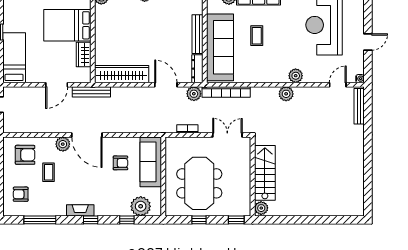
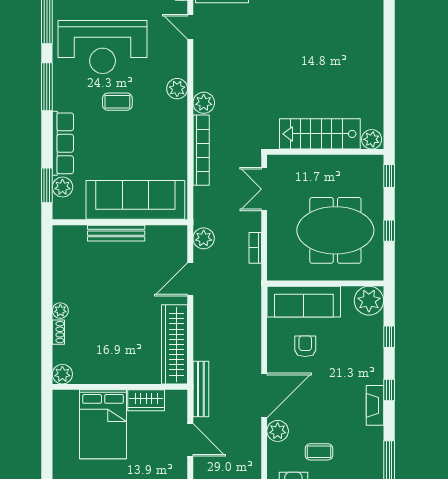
coffee table: (257, 36) -> (117, 102), moved
dresser: (197, 69) -> (167, 233), removed
bookcase: (226, 92) -> (201, 150), moved
plant: (141, 206) -> (369, 301), moved

